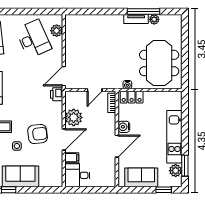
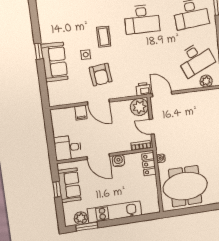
plant: (74, 117) -> (139, 107), moved
desk: (77, 175) -> (68, 148), moved, turned -90
window: (164, 190) -> (57, 189), moved

